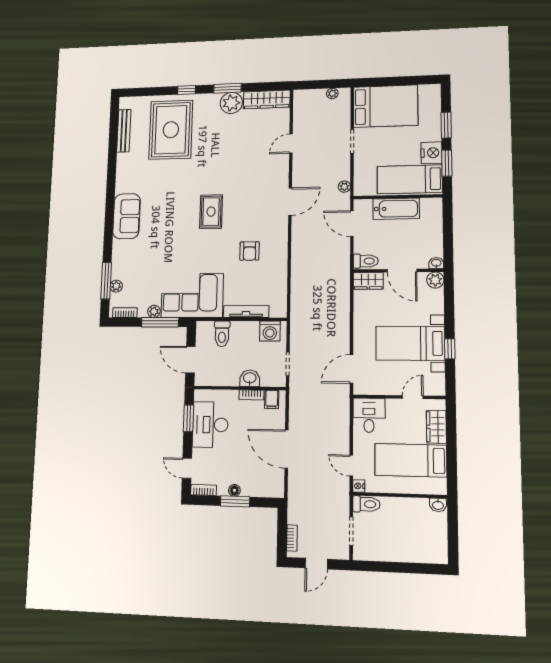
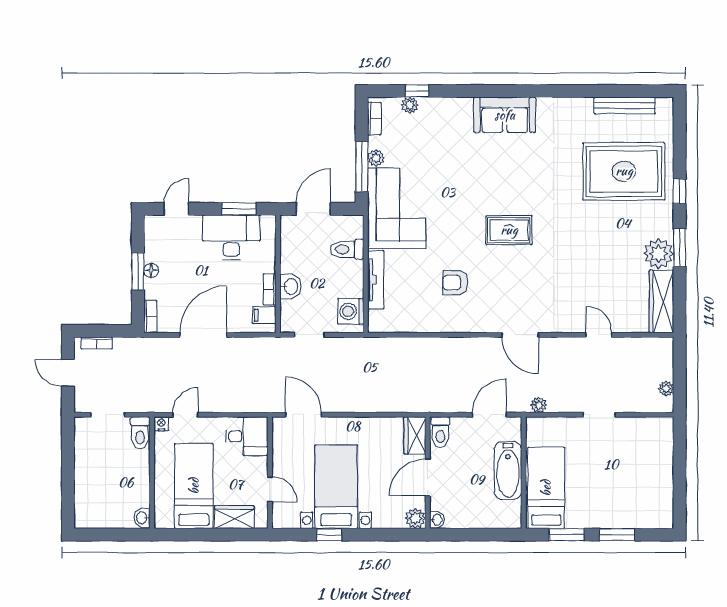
bed: (385, 106) -> (646, 458), removed
nightstand: (431, 153) -> (581, 516), removed
window: (106, 281) -> (417, 91), width x0.46
bookcase: (204, 490) -> (150, 317), moved

